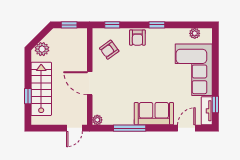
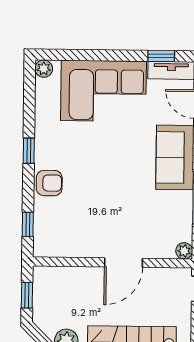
plant: (195, 33) -> (44, 69), moved
armchair: (109, 50) -> (69, 230), removed

